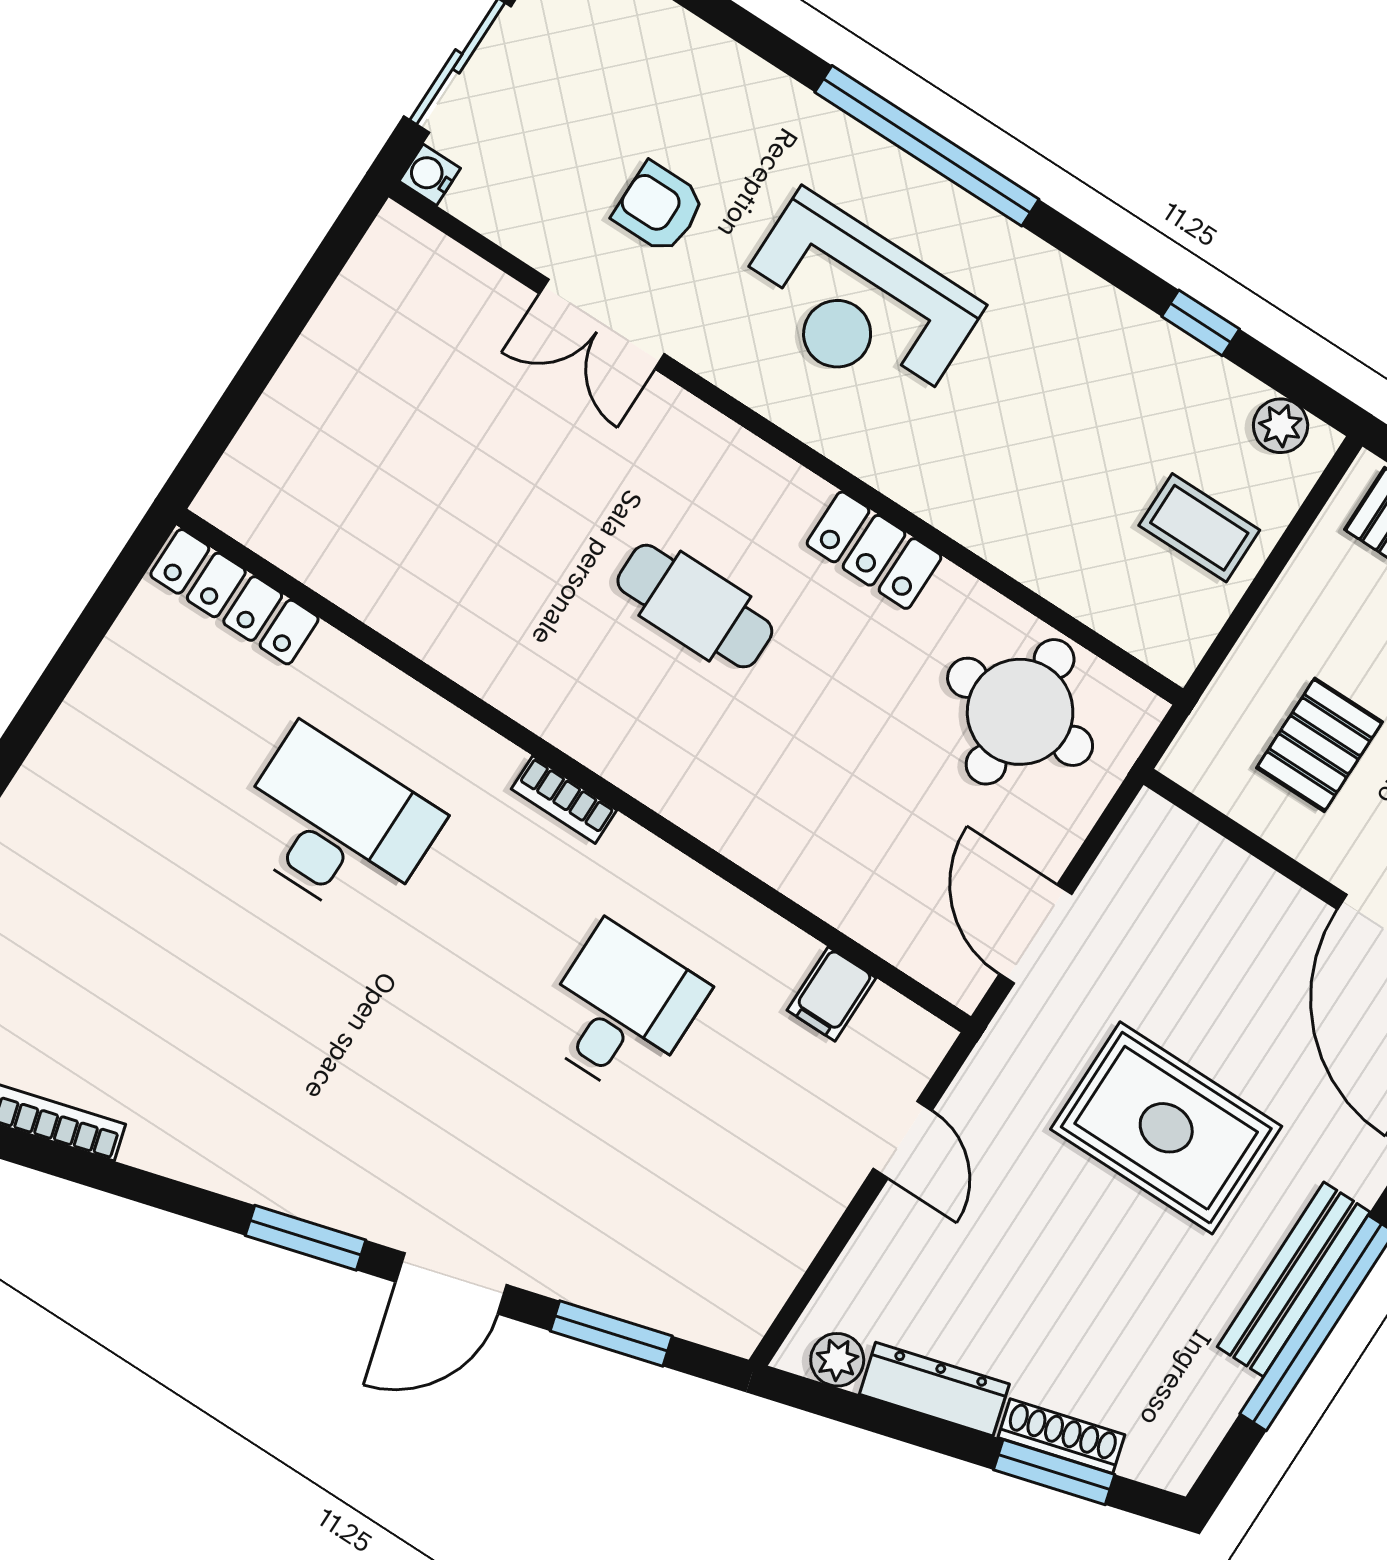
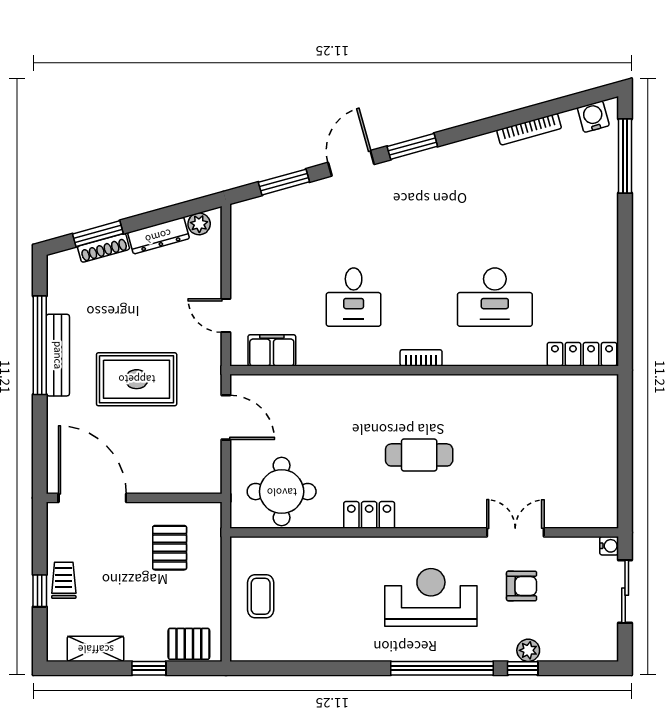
window: (1201, 323) -> (523, 668), moved
plant: (1281, 426) -> (528, 650), moved
coffee table: (1199, 528) -> (261, 596), turned 90
filing cabinet: (832, 994) -> (272, 350), width x2.00

